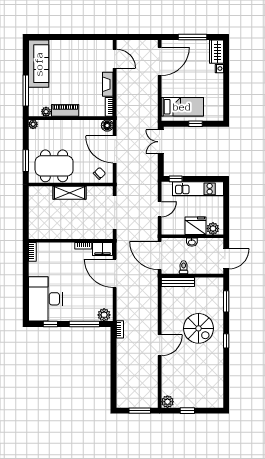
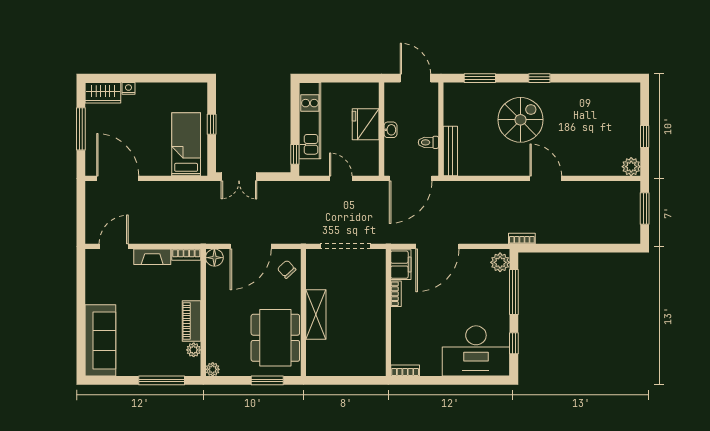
sofa: (39, 64) -> (100, 340), moved, turned 90
plant: (213, 228) -> (370, 98), removed

